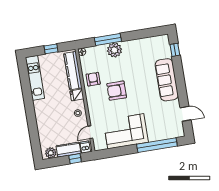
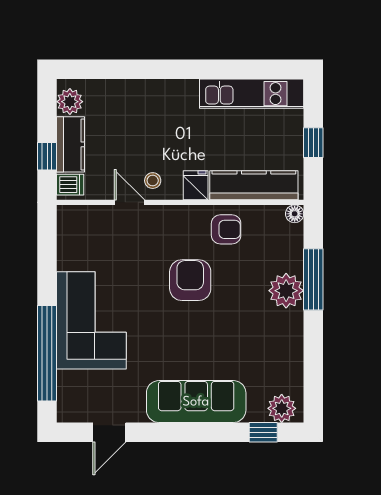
plant: (164, 44) -> (282, 408), added
corner sofa: (126, 131) -> (91, 320), moved
door: (90, 132) -> (129, 202), moved

